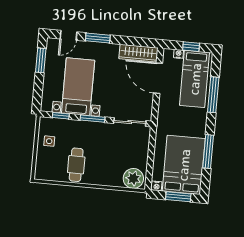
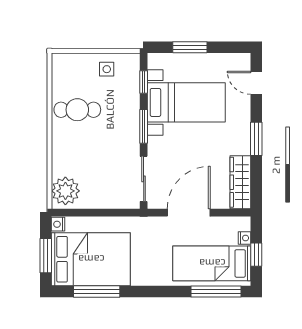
window: (98, 38) -> (256, 139), moved
window: (41, 60) -> (190, 47), moved
door: (158, 78) -> (189, 213), moved
window: (213, 95) -> (216, 291), moved
window: (208, 151) -> (97, 291), moved

